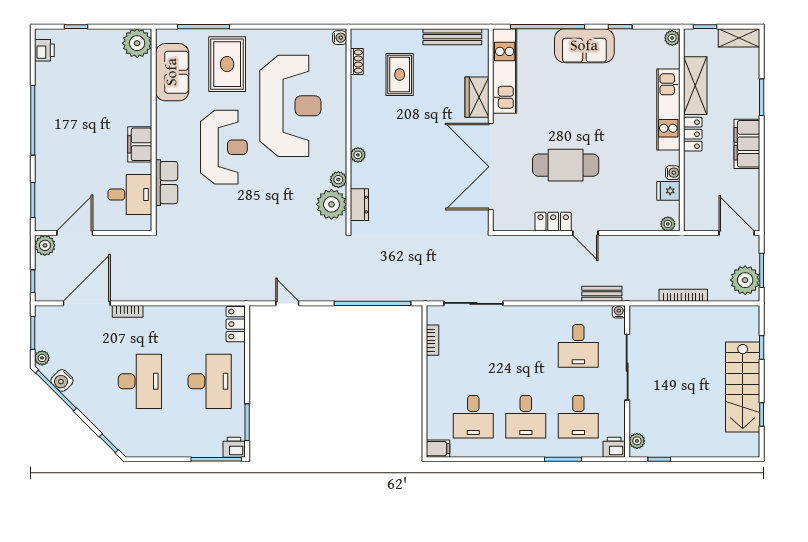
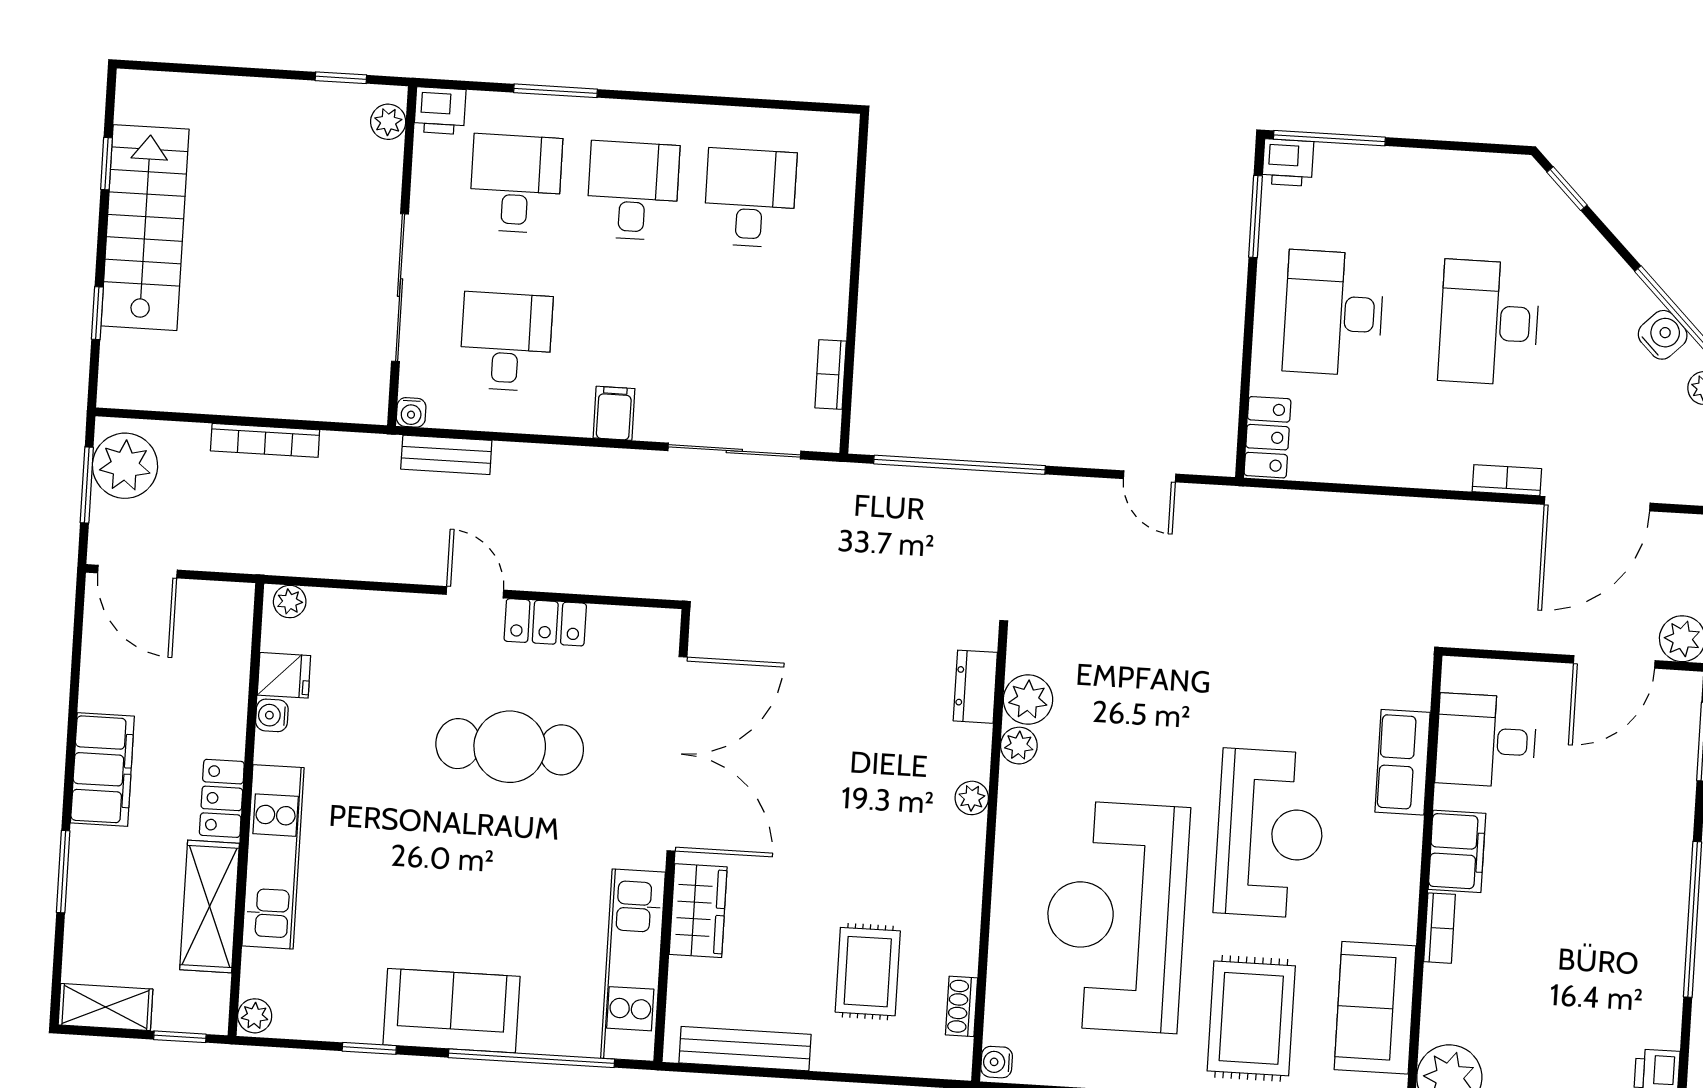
bookcase: (145, 110) -> (1440, 928), added
reception desk: (224, 147) -> (1270, 833), turned 180
plant: (331, 204) -> (1028, 700), width x0.73, depth x0.73
filing cabinet: (438, 449) -> (614, 413), moved, turned 90

